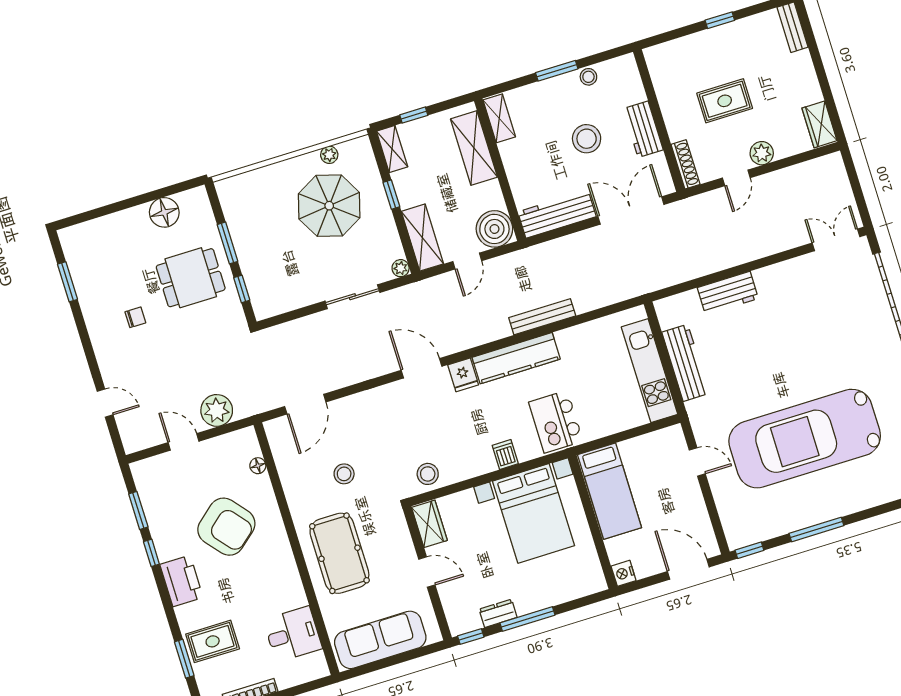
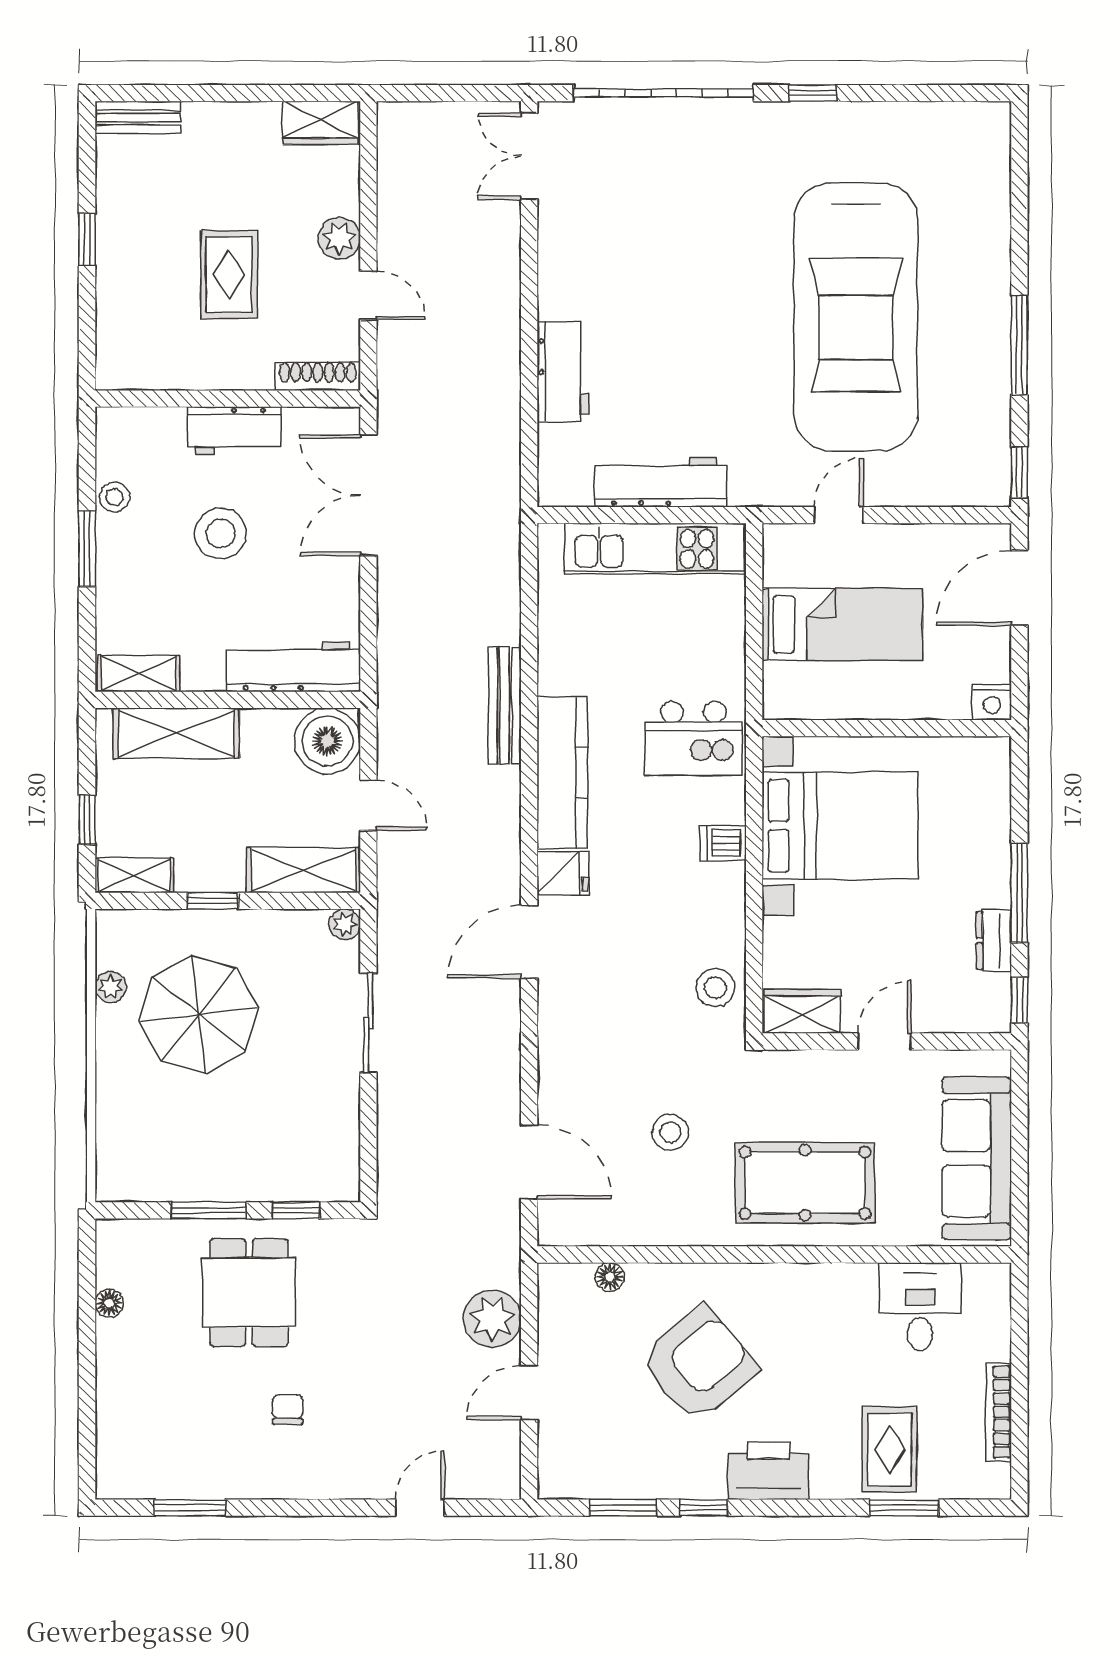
floor lamp: (164, 212) -> (109, 1303), width x0.53, depth x0.53
workbench: (557, 214) -> (293, 667), moved, turned 90
bed: (610, 491) -> (842, 624), moved

